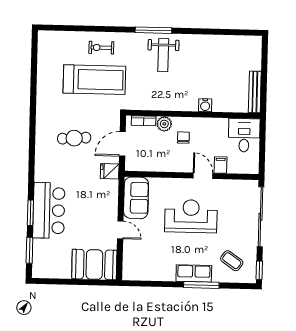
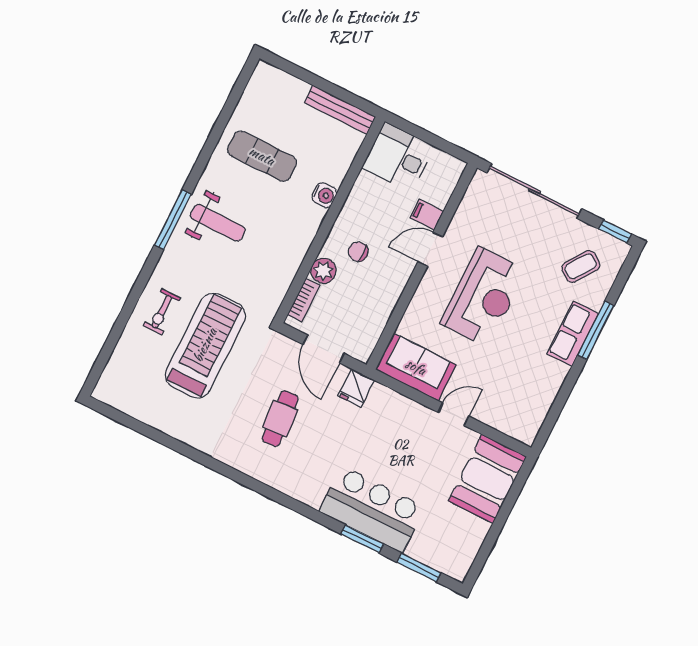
exercise mat: (210, 62) -> (262, 156), added
reception desk: (191, 216) -> (483, 297), turned 180

